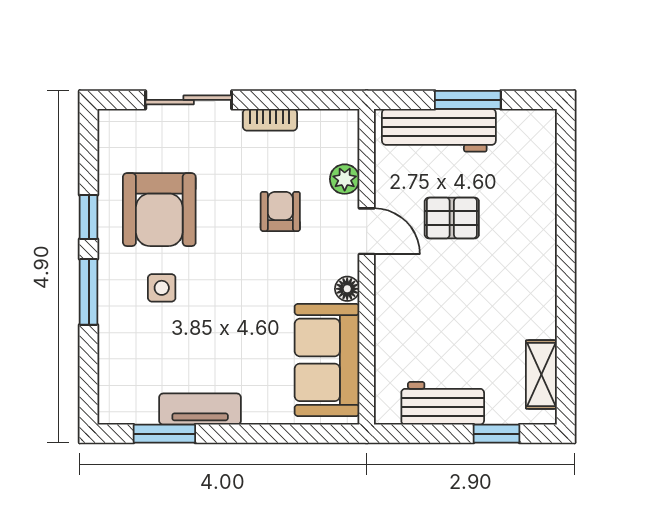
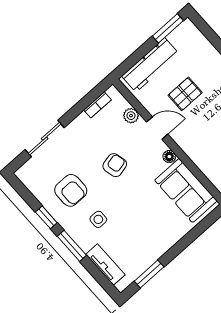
window: (468, 100) -> (168, 28), moved
bookcase: (270, 120) -> (98, 105), moved
armchair: (159, 210) -> (71, 190), width x0.73, depth x0.73
armchair: (280, 211) -> (115, 165), moved, turned 77
tv unit: (200, 409) -> (105, 265), moved, turned 90

